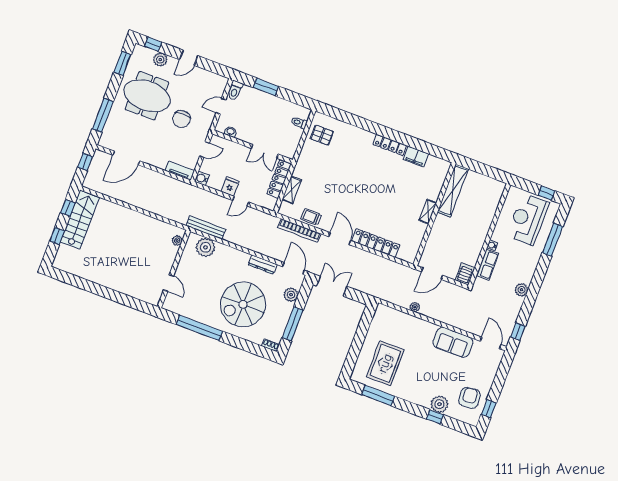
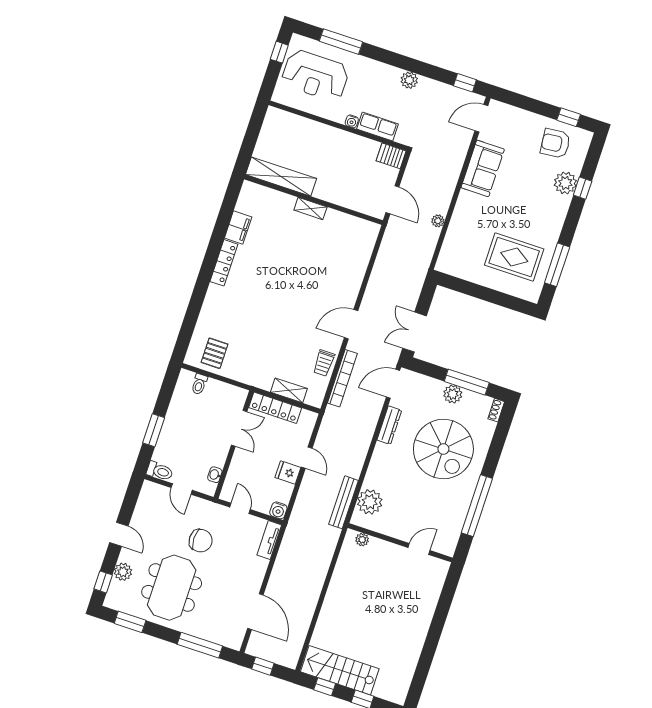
locker: (376, 243) -> (355, 276), removed
plant: (291, 295) -> (453, 394), moved

